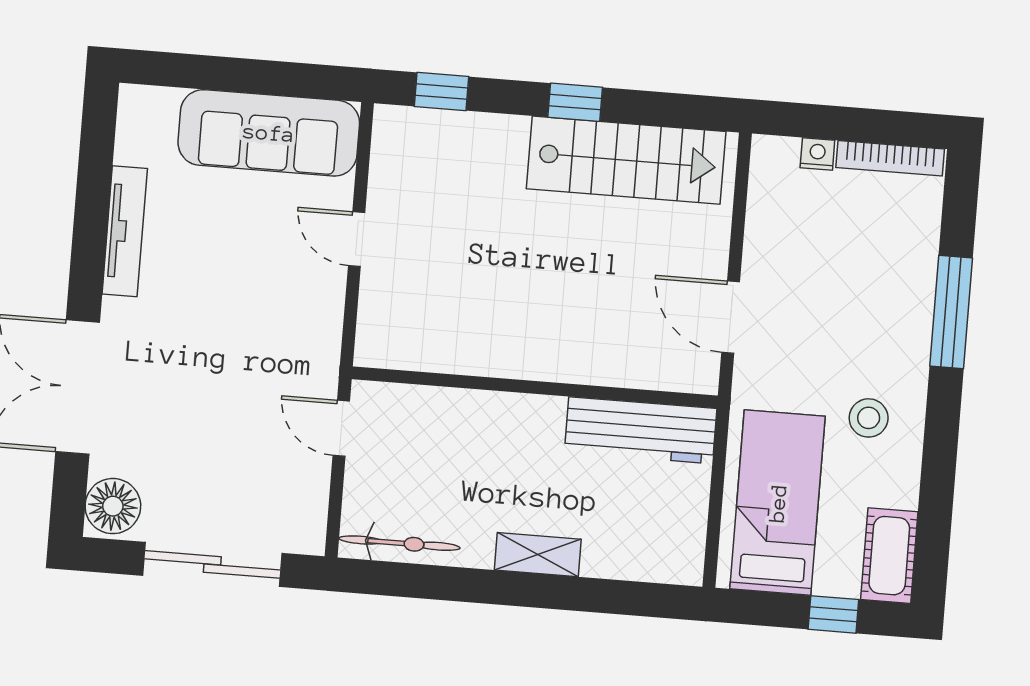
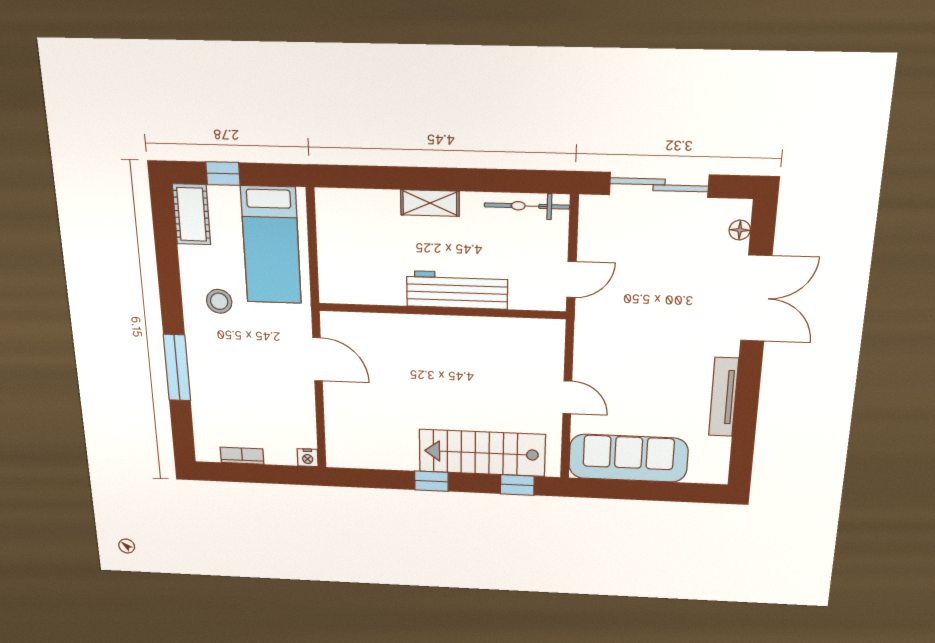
nightstand: (817, 154) -> (308, 458), moved
bookcase: (890, 158) -> (242, 456), width x0.64
stairs: (626, 160) -> (482, 453), moved
door: (341, 428) -> (571, 280), hinge flipped
workbench: (641, 430) -> (457, 290), moved
floor lamp: (113, 506) -> (740, 230), width x0.53, depth x0.53

